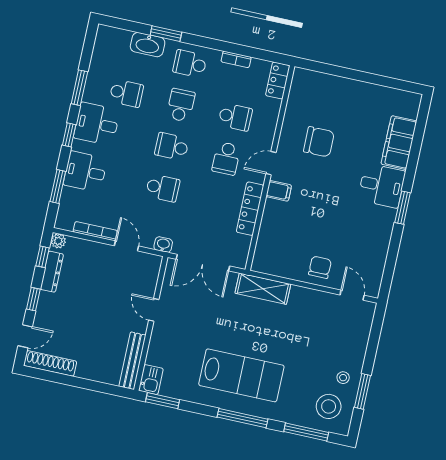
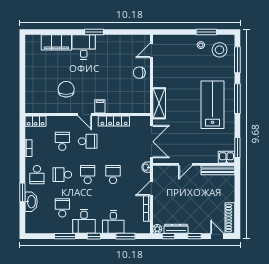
school desk: (172, 147) -> (88, 175), turned 180

